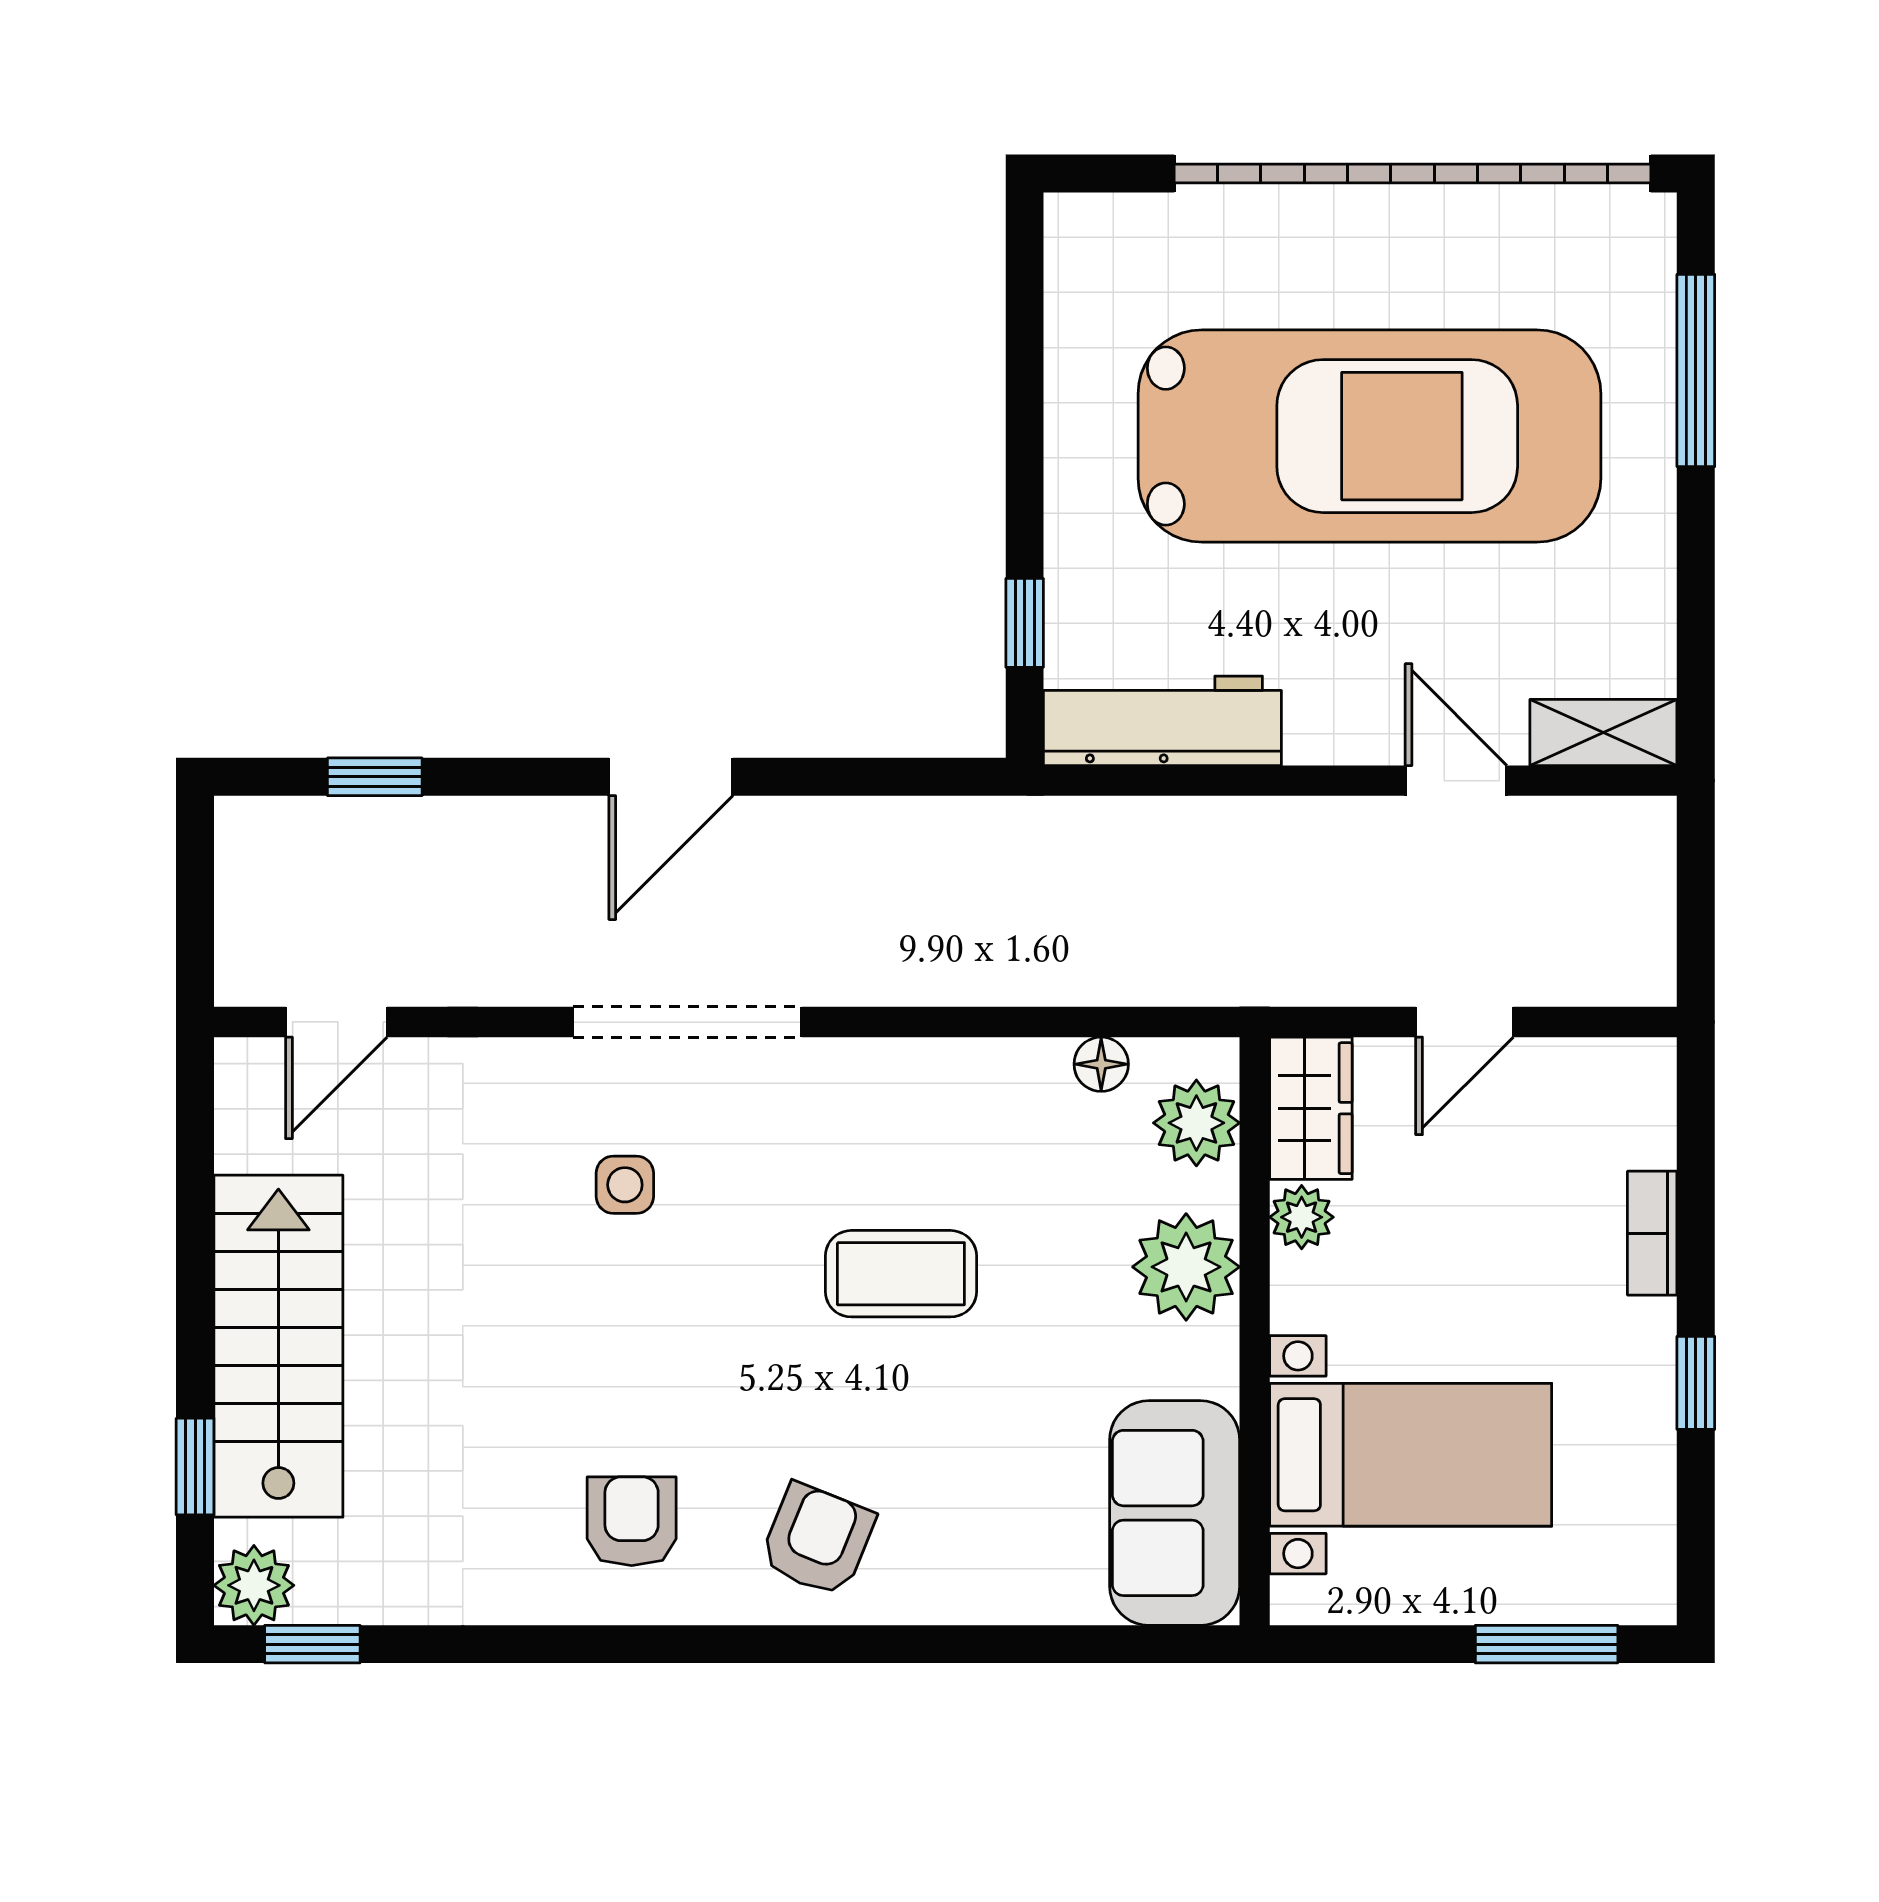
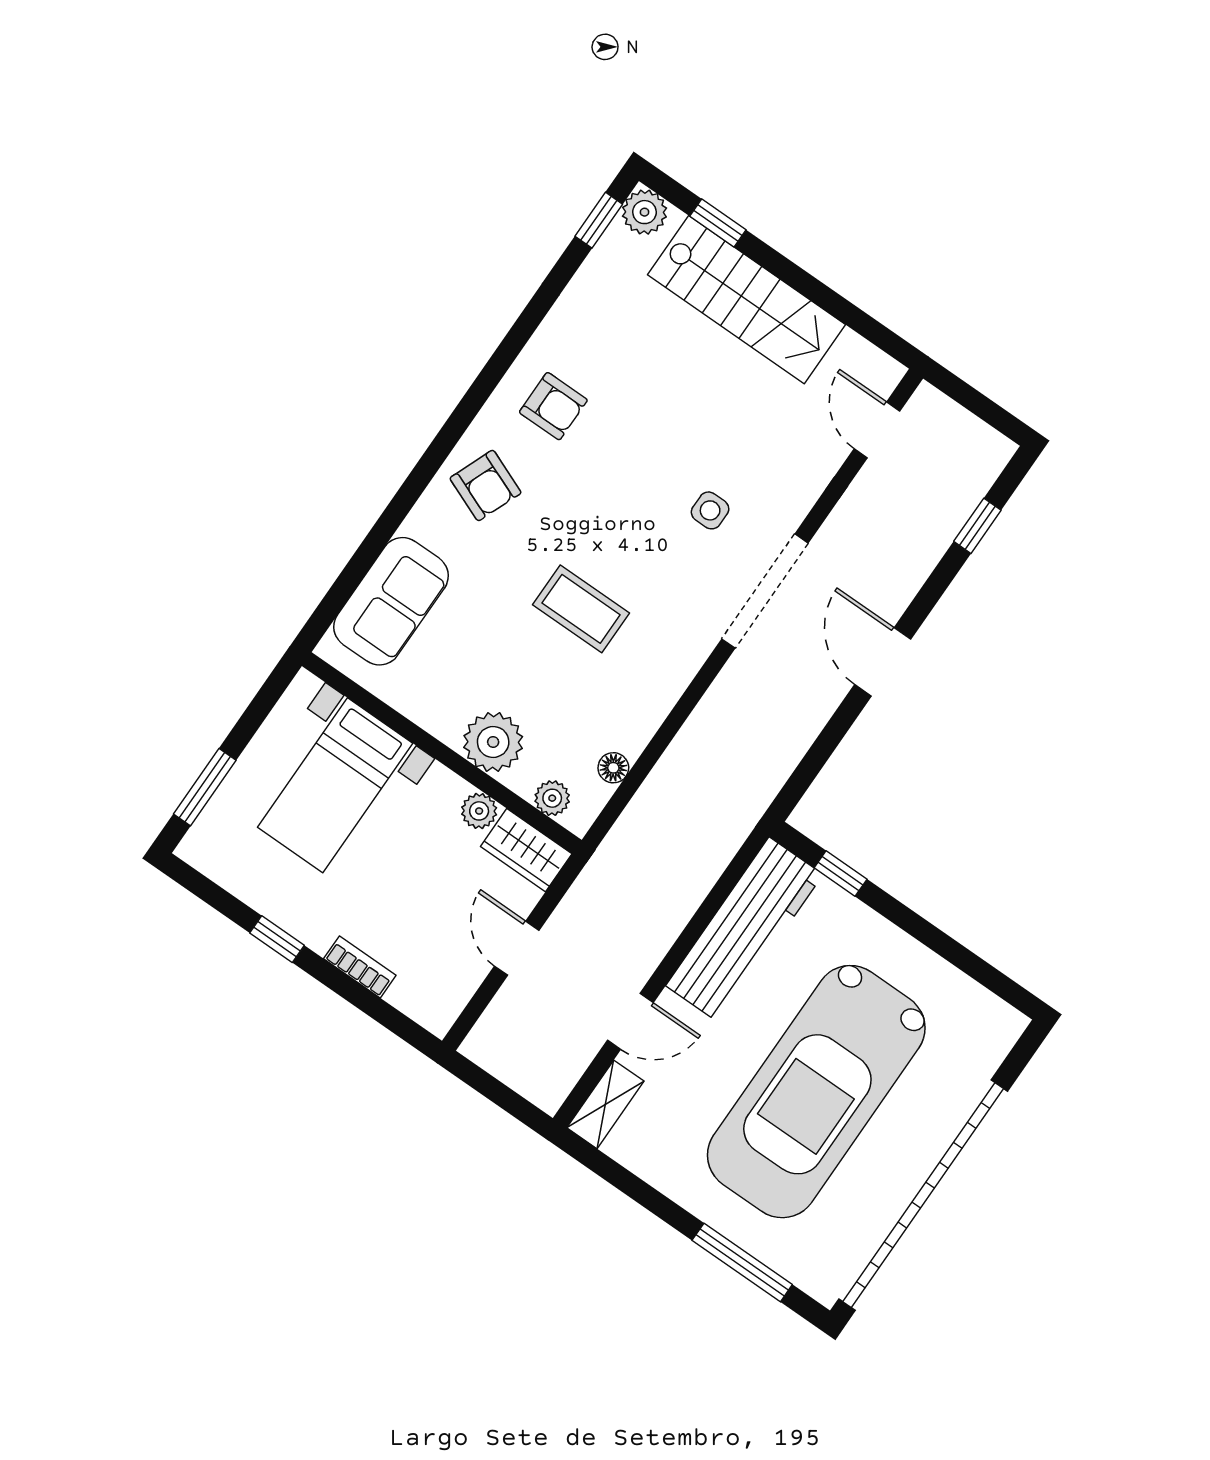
workbench: (1162, 721) -> (744, 930), width x1.36, depth x1.32
plant: (1196, 1123) -> (552, 798), width x0.73, depth x0.73
coffee table: (901, 1274) -> (581, 609), turned 90
sofa: (1175, 1513) -> (391, 601), moved, turned 90

